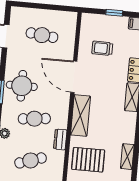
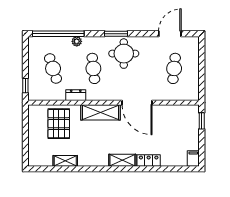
window: (114, 13) -> (202, 121), moved
trolley: (102, 48) -> (167, 127), removed
door: (74, 77) -> (137, 103), swing flipped

